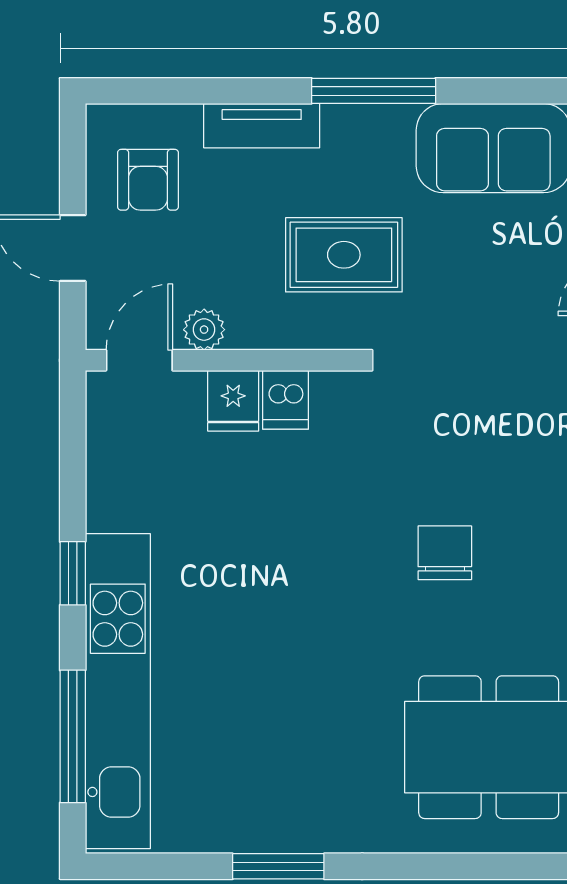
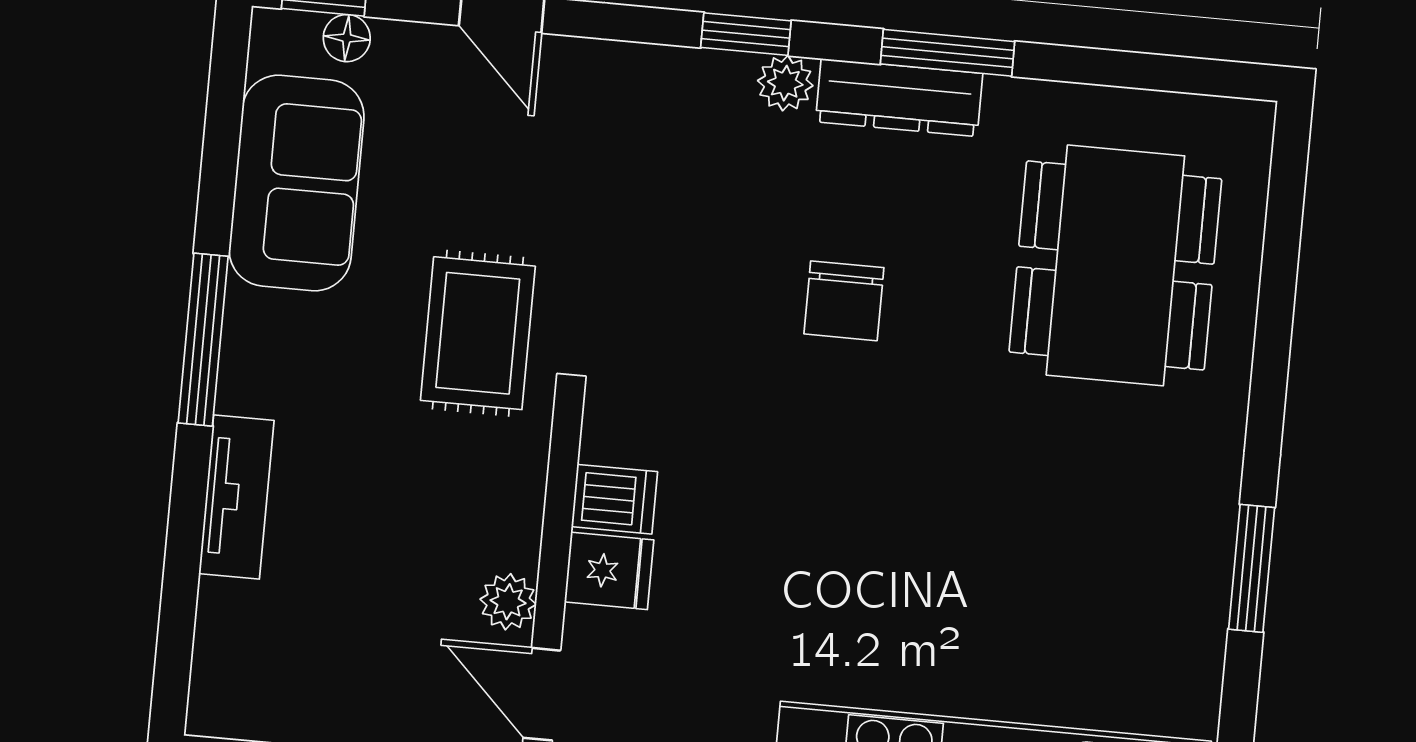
armchair: (148, 180) -> (296, 659), removed
rug: (344, 255) -> (478, 333), moved
chair: (445, 553) -> (844, 301), turned -90

